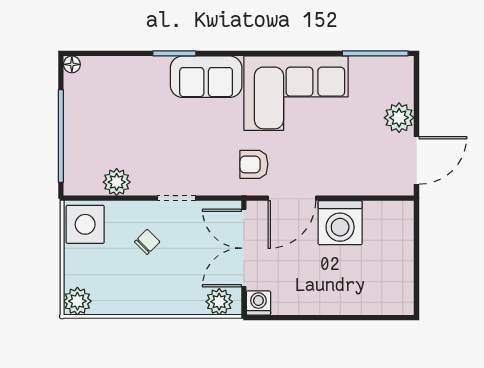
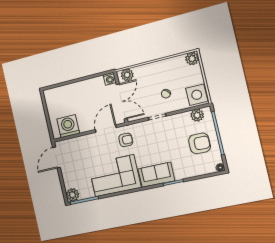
plant: (399, 118) -> (72, 195), moved
armchair: (102, 123) -> (200, 143), added
plant: (117, 182) -> (197, 115), moved
washing machine: (340, 223) -> (68, 126), moved

